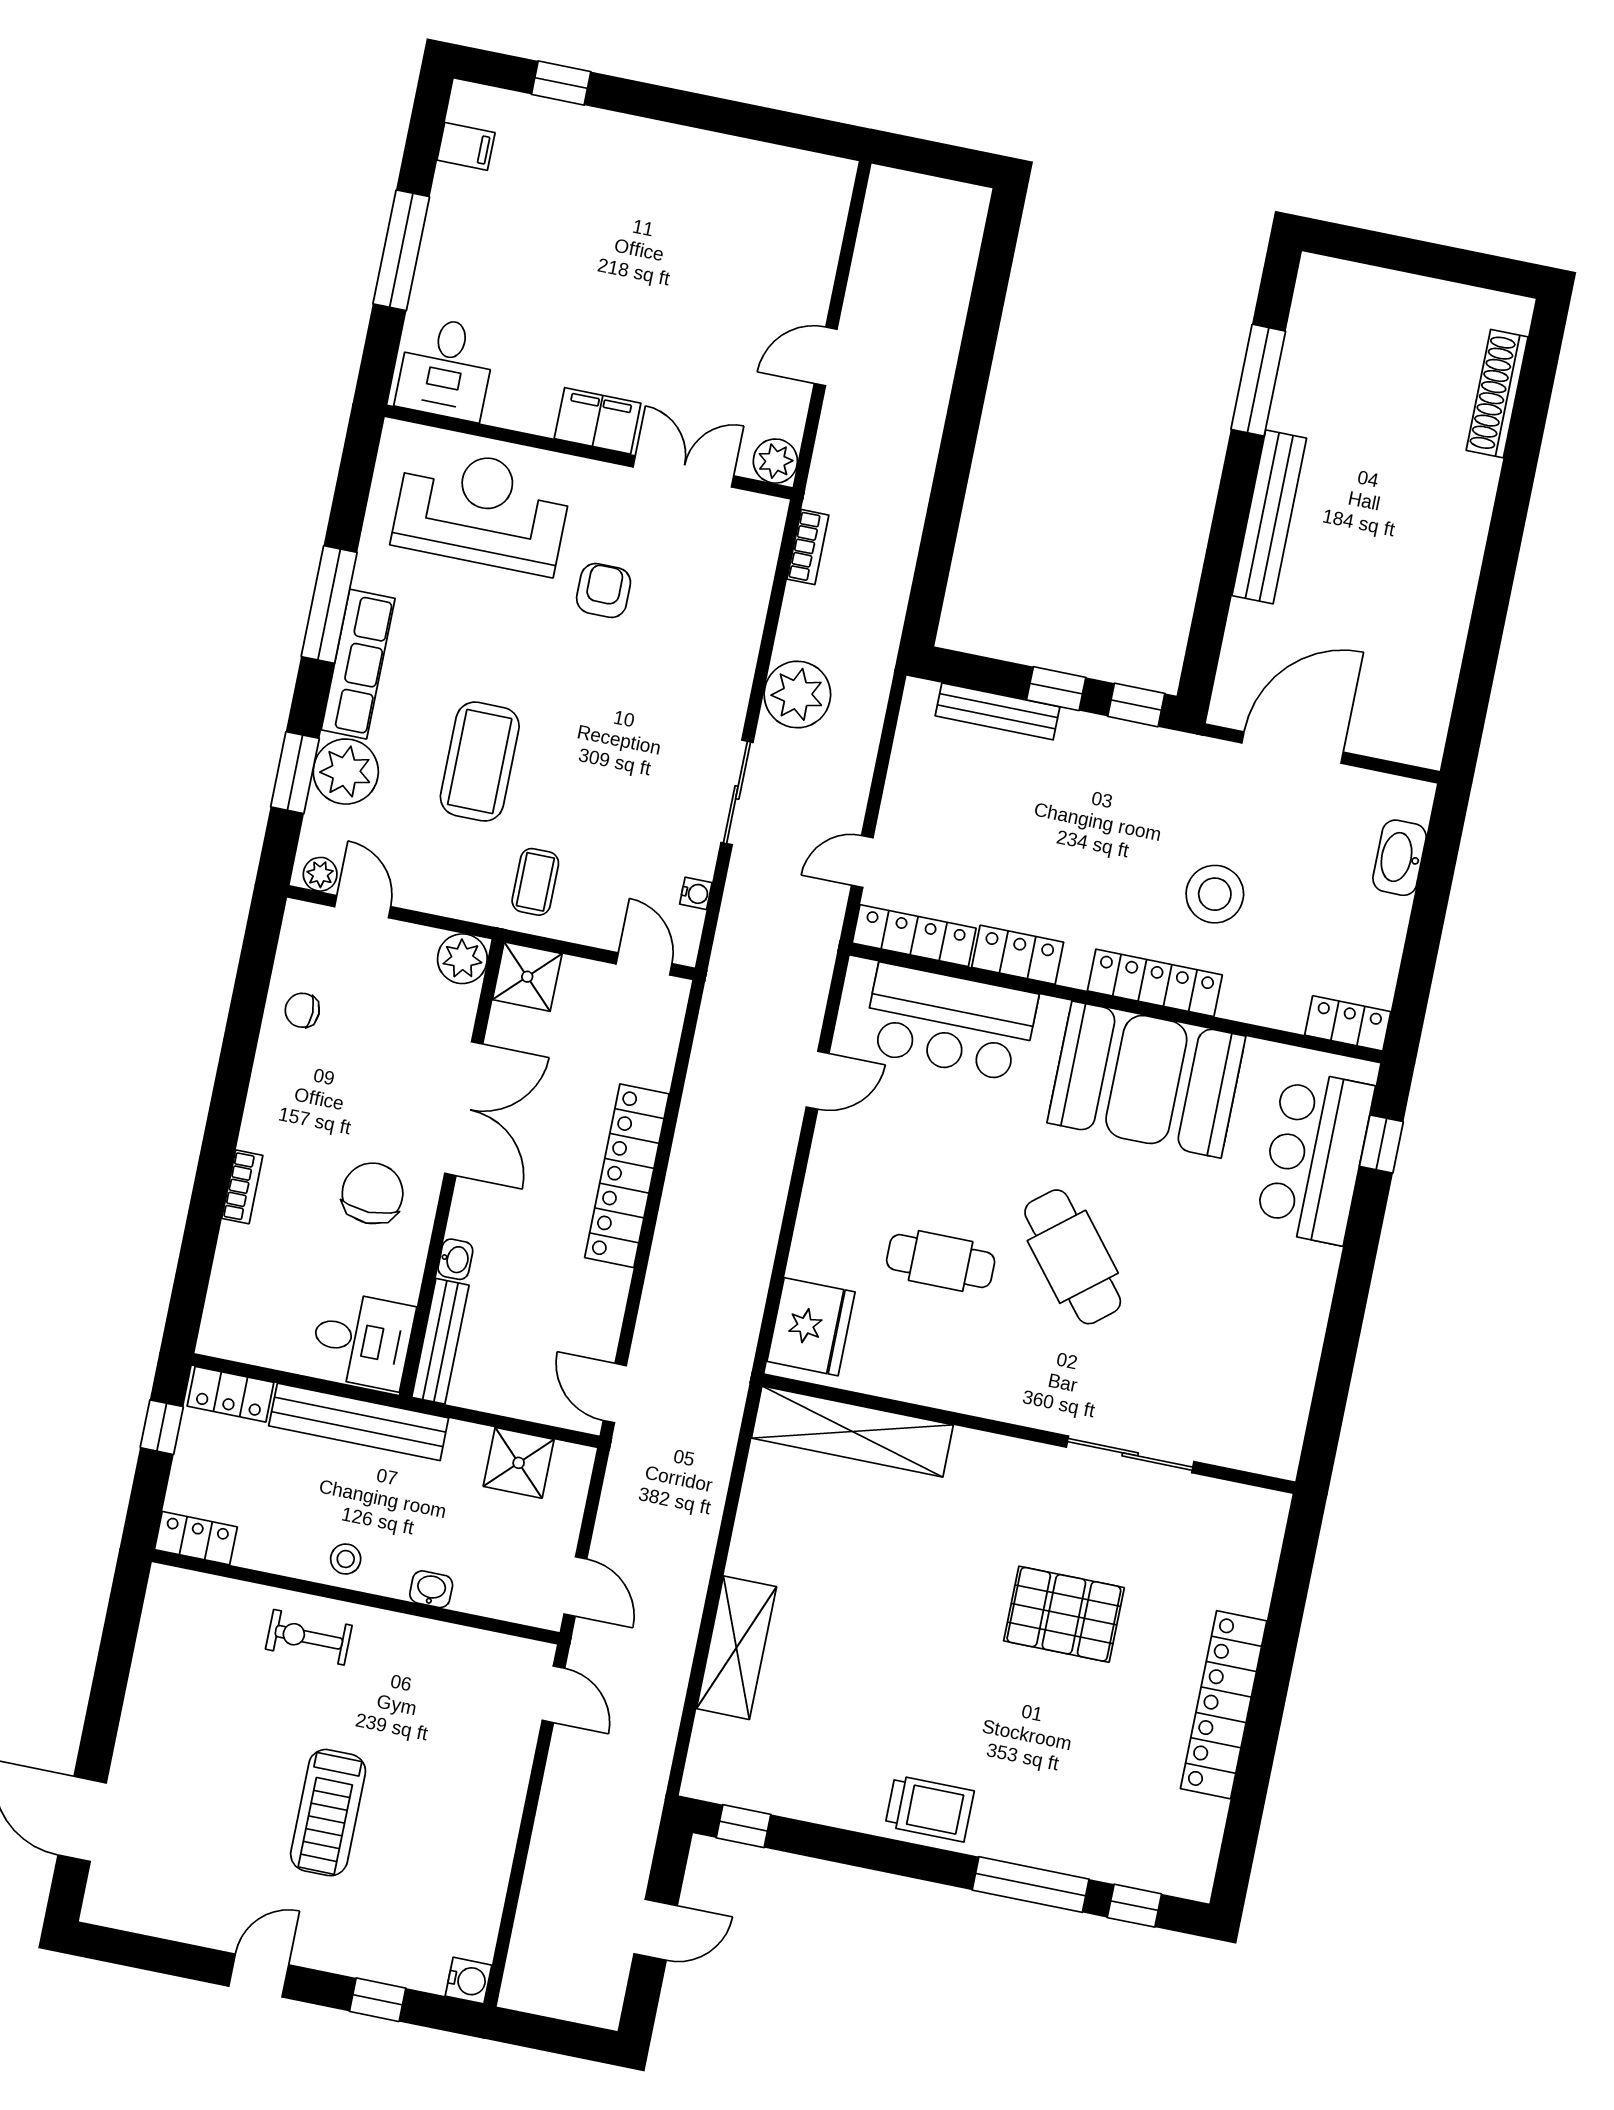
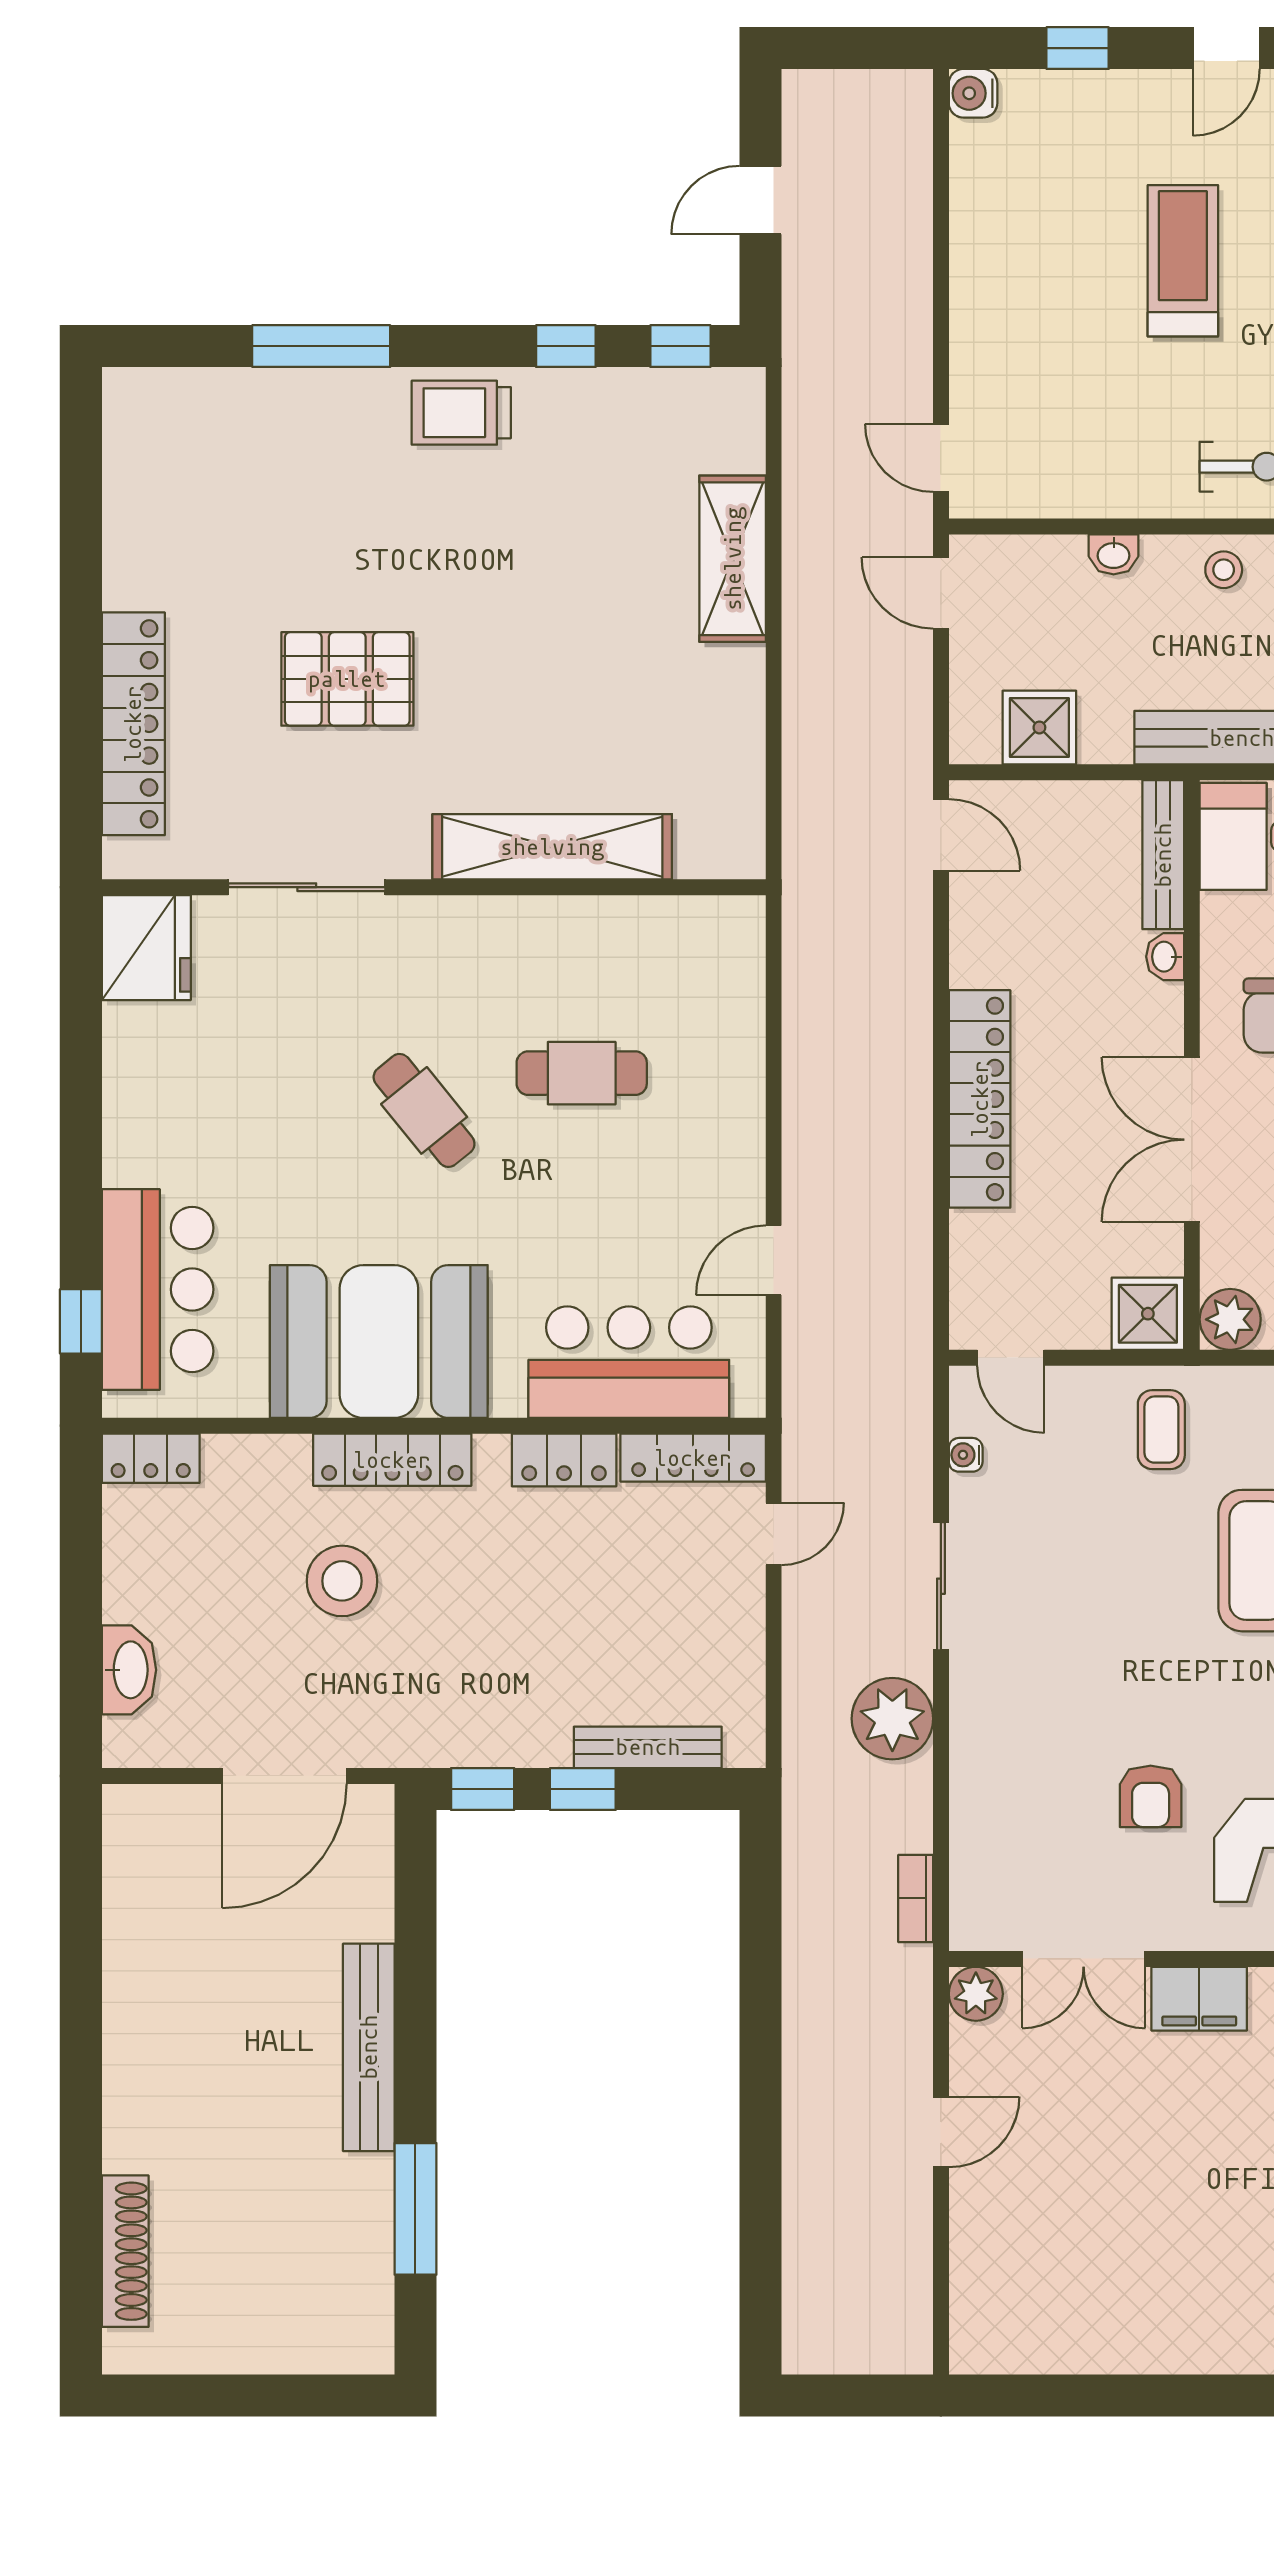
cafe table: (1073, 1257) -> (424, 1110), width x0.73, depth x0.74
fridge: (811, 1327) -> (146, 948), moved, turned 180
shelving: (852, 1432) -> (552, 847), moved
locker: (1224, 1705) -> (133, 724), moved
window: (1134, 1906) -> (566, 346), moved

